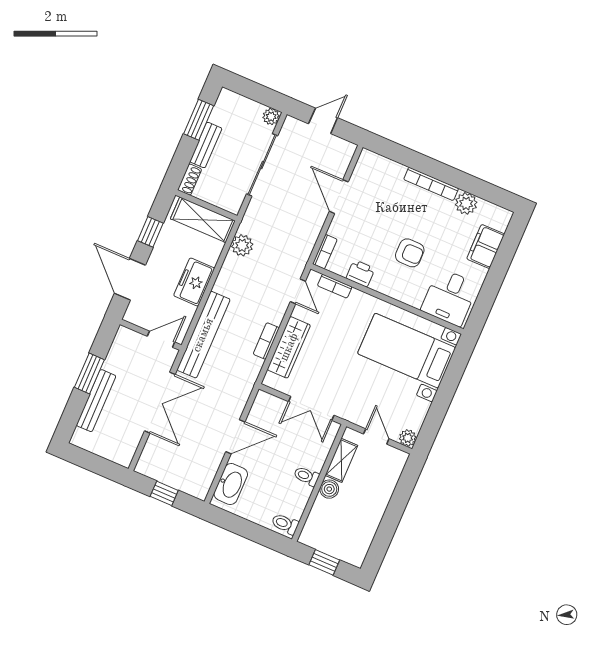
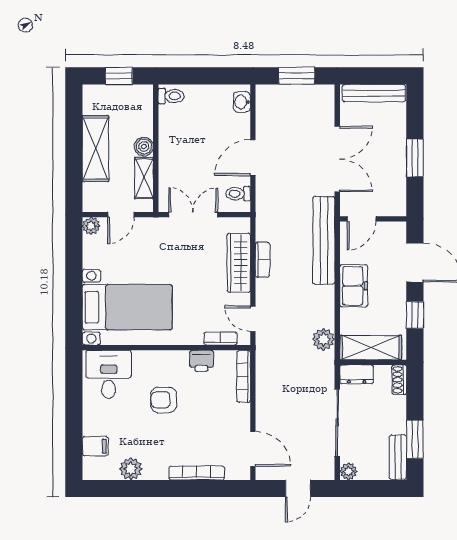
bench: (206, 145) -> (398, 457), moved
bookcase: (431, 184) -> (197, 473), moved
door: (339, 197) -> (253, 449), moved
dresser: (226, 201) -> (357, 374), added
filing cabinet: (486, 246) -> (95, 446), width x0.50
bookcase: (325, 252) -> (244, 376), width x1.56
bench: (96, 401) -> (374, 93), moved, turned 90
double door: (160, 403) -> (337, 159), swing flipped
door: (376, 436) -> (121, 215), hinge flipped
toilet: (306, 476) -> (238, 194), moved, turned 180
washbasin: (231, 484) -> (242, 102), width x0.52, depth x0.69
window: (164, 493) -> (297, 76), width x1.50
shelving: (374, 506) -> (96, 149), added

